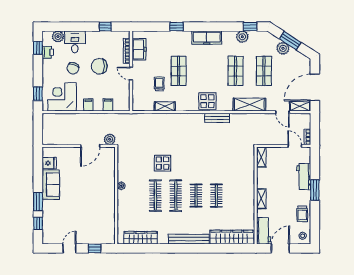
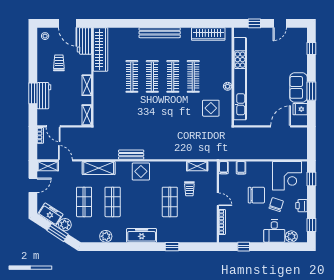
window: (250, 27) -> (98, 247), removed
freezer: (139, 49) -> (50, 214), moved, turned 123
printer: (48, 52) -> (301, 206), moved
chair: (99, 66) -> (256, 195), moved
door: (315, 87) -> (33, 185), width x0.53
filing cabinet: (88, 105) -> (224, 168), moved
shelving: (165, 106) -> (197, 166), moved
plant: (110, 139) -> (239, 133), removed
door: (90, 146) -> (281, 126), moved
display table: (162, 163) -> (211, 108), moved
window: (315, 190) -> (33, 93), moved
kitchen unit: (109, 193) -> (240, 79), added
clothes rail: (196, 196) -> (152, 76), width x1.36
clothes rail: (216, 196) -> (132, 76), width x1.36
shelving: (261, 199) -> (87, 85), moved
window: (38, 202) -> (311, 91), moved
trolley: (302, 214) -> (59, 63), moved
wardrobe: (232, 237) -> (101, 49), moved, turned -90
door: (280, 248) -> (68, 23), hinge flipped

